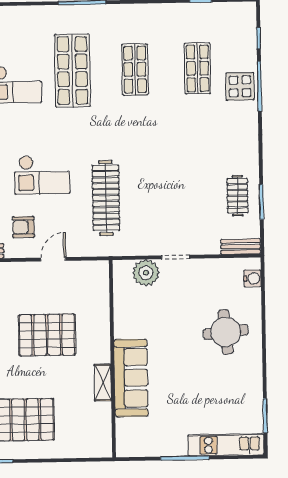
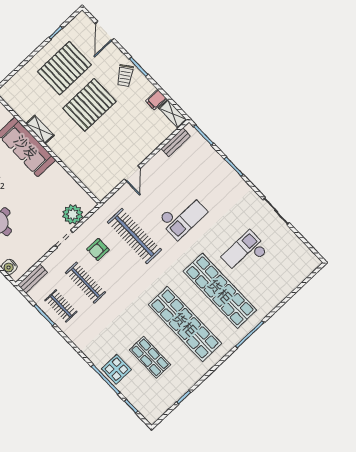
shop shelf: (135, 69) -> (185, 324), width x2.00, depth x1.36
shop shelf: (72, 71) -> (220, 291), width x1.40
checkout: (42, 175) -> (183, 216), turned 180
clothes rail: (194, 196) -> (85, 283), added
armchair: (23, 227) -> (98, 249), moved, turned 180
pallet: (47, 335) -> (89, 105), moved

